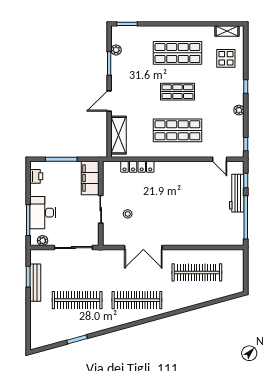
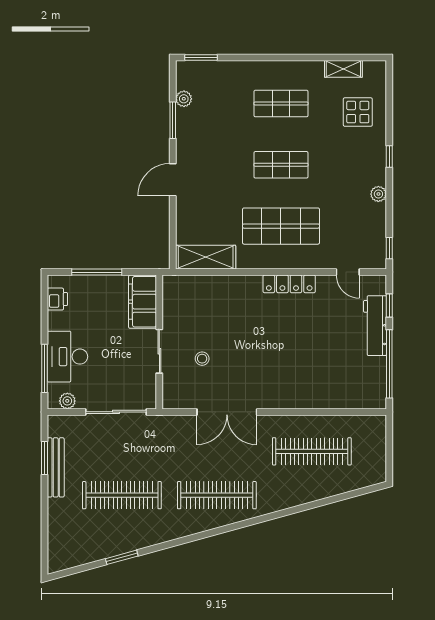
shelving: (227, 31) -> (343, 69), moved
shop shelf: (177, 53) -> (281, 104), width x0.70, depth x0.74
shelving: (119, 135) -> (206, 257), moved, turned 90
locker: (137, 167) -> (289, 284), moved

